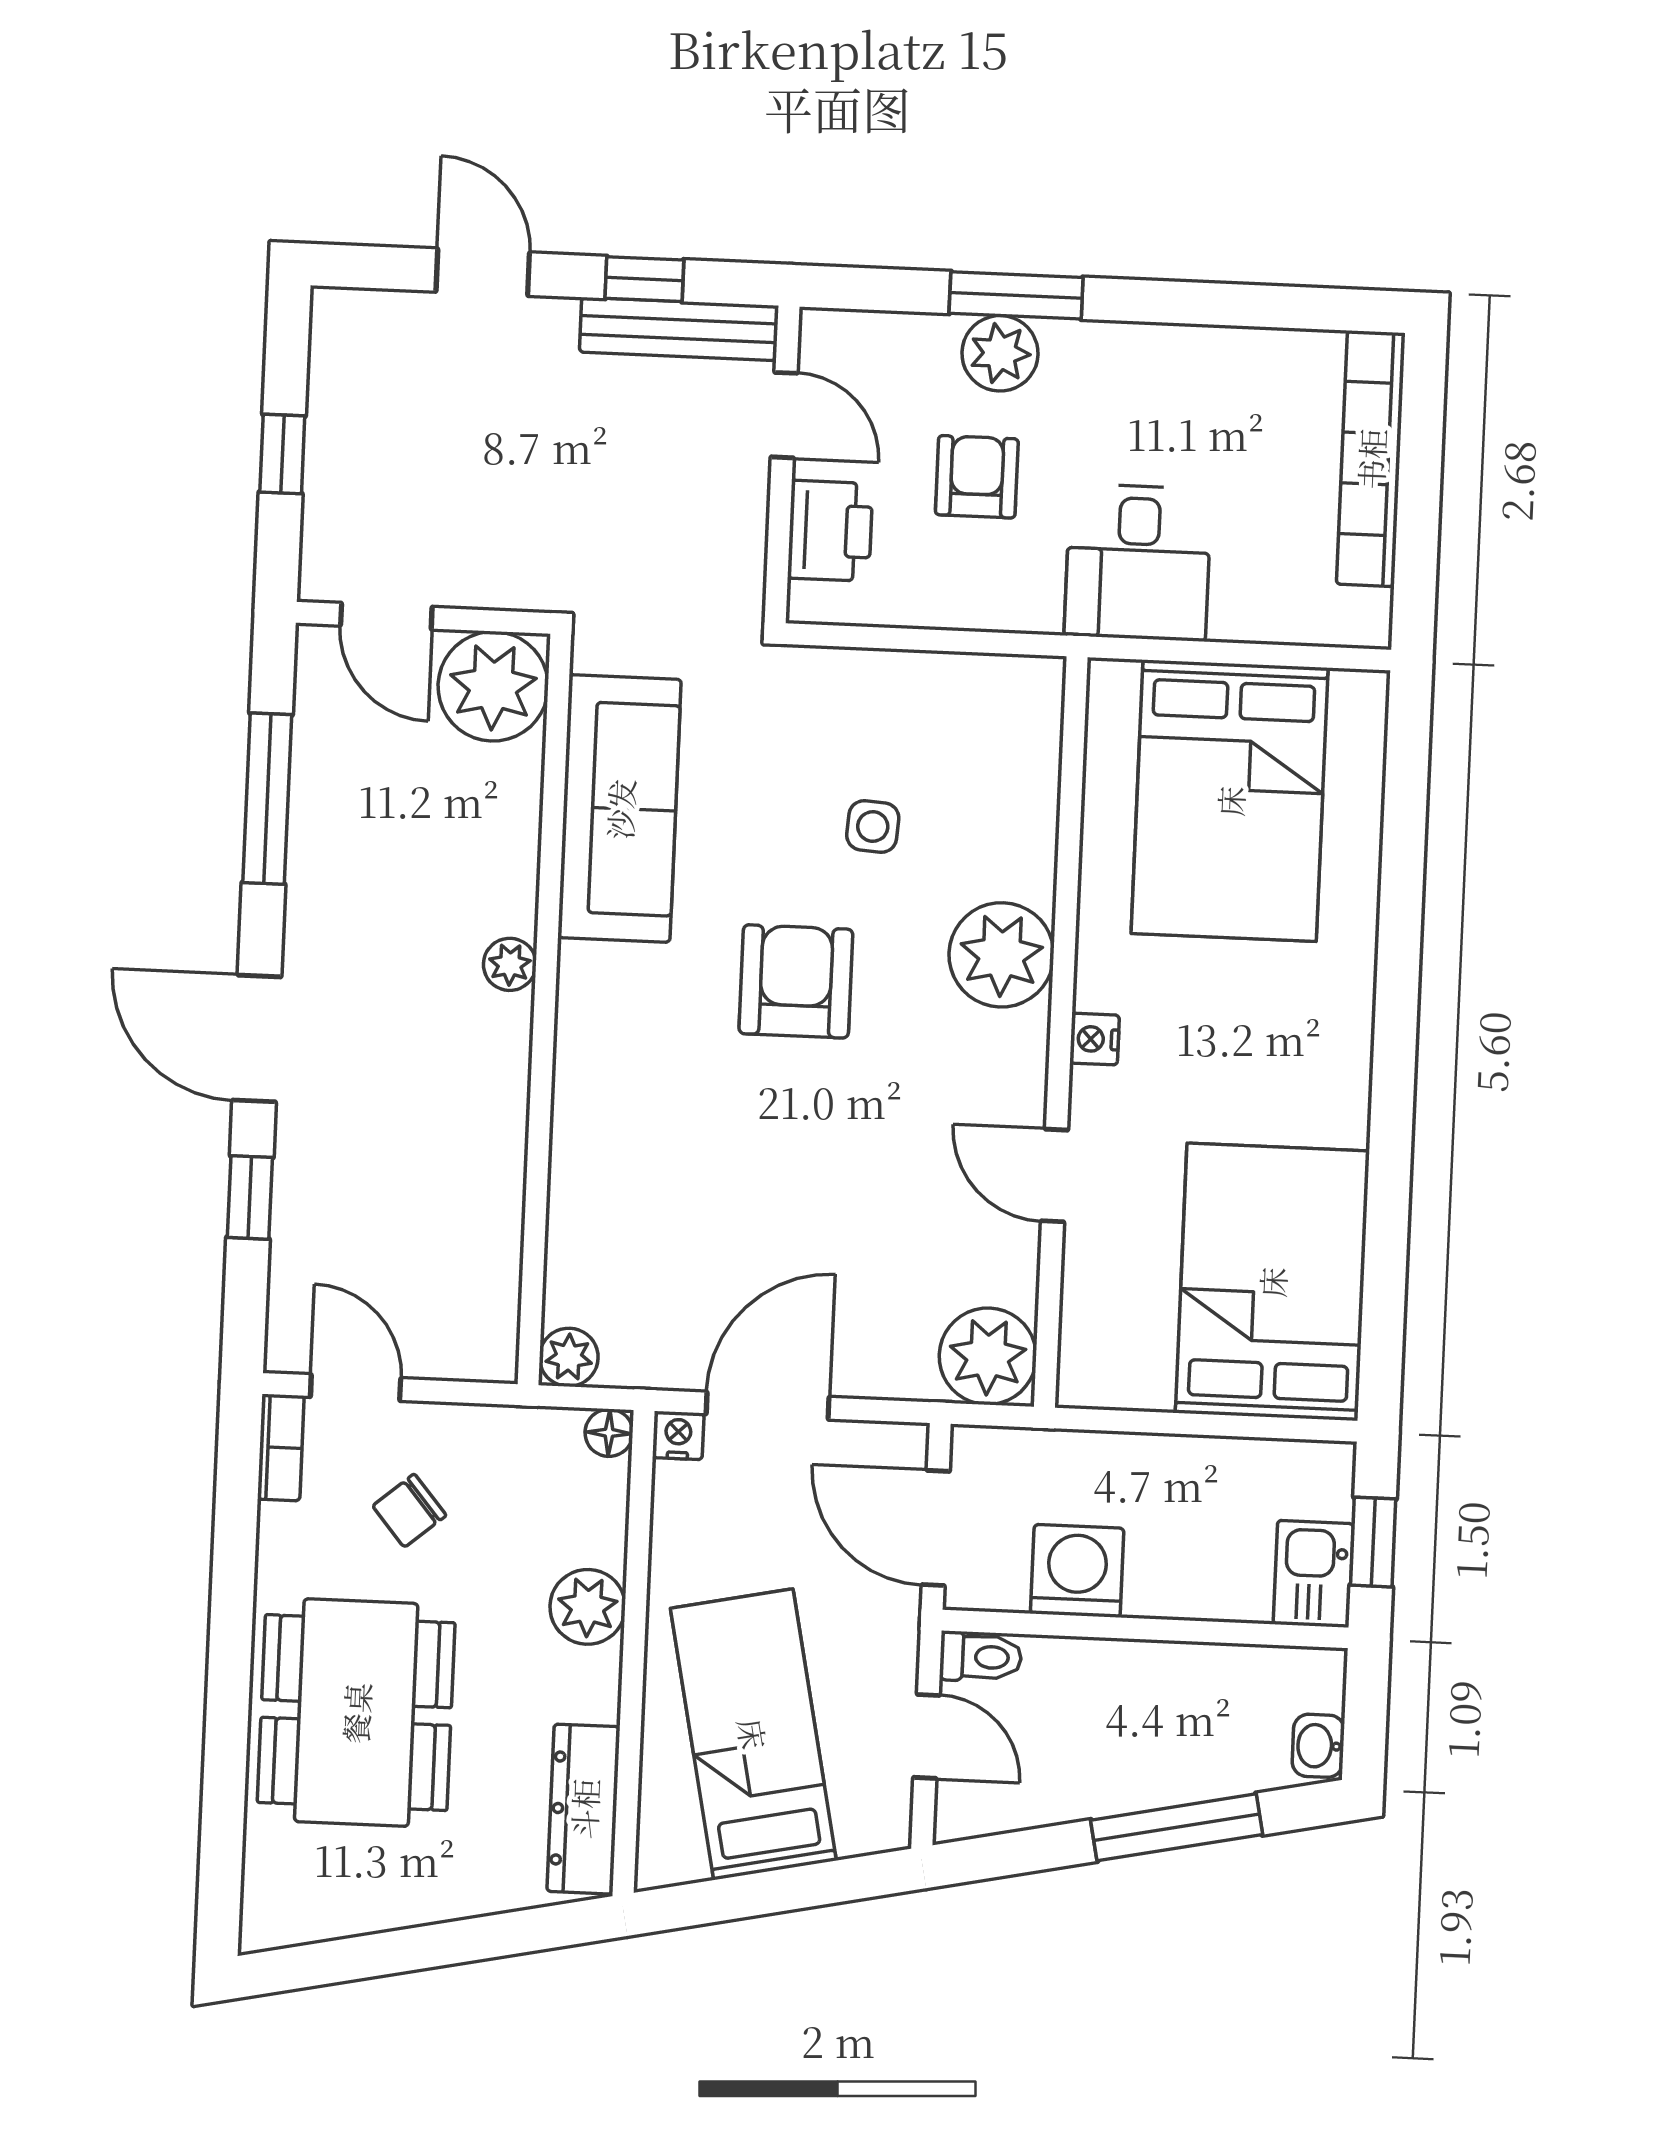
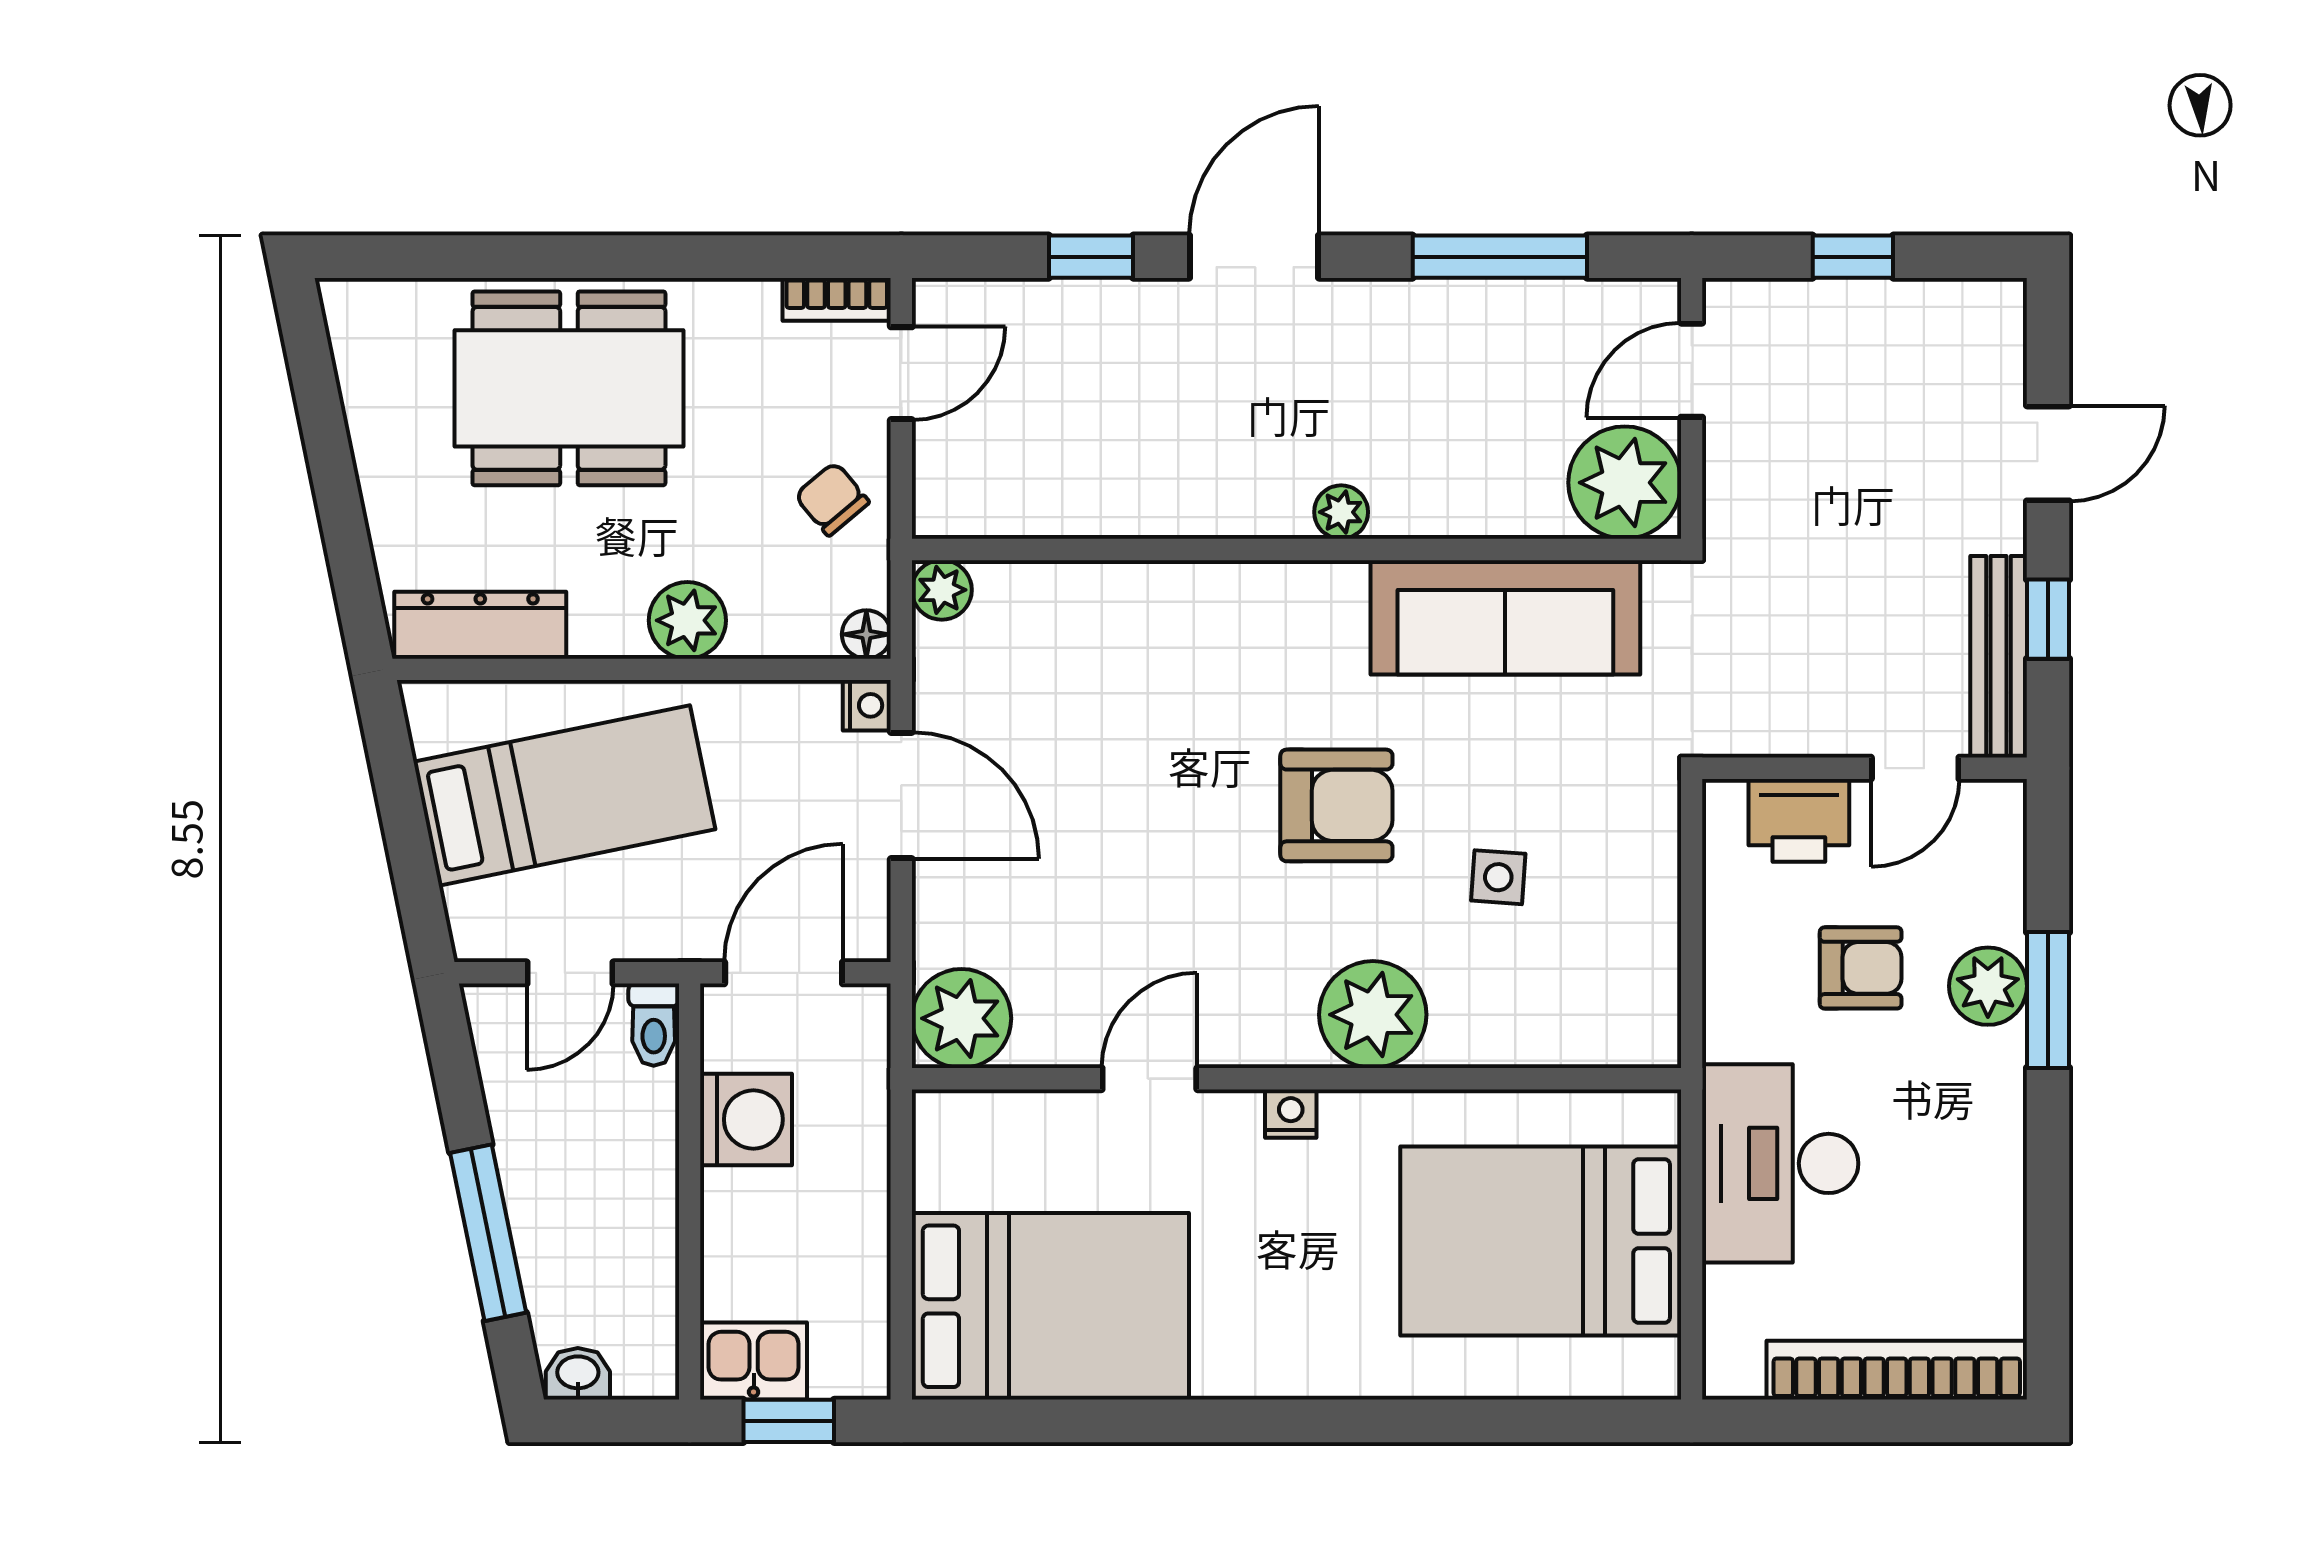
desk: (1138, 562) -> (1780, 1163), width x1.37
chair: (409, 1511) -> (832, 499), moved

